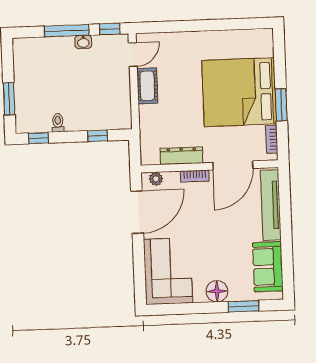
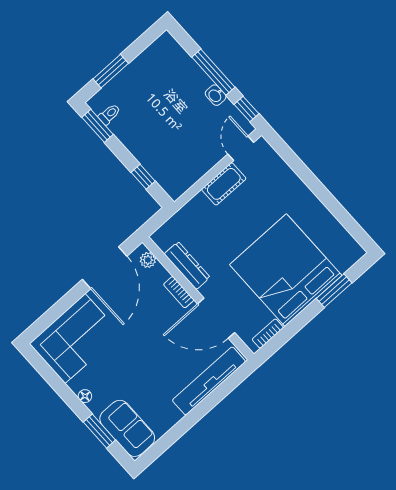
door: (133, 55) -> (241, 148), swing flipped
window: (281, 105) -> (334, 291), moved
toilet: (58, 123) -> (109, 114), moved
window: (38, 138) -> (98, 126), width x1.50
door: (137, 212) -> (105, 268), hinge flipped
sofa: (268, 267) -> (127, 428), moved, turned 90
floor lamp: (217, 291) -> (85, 396), width x0.53, depth x0.53

